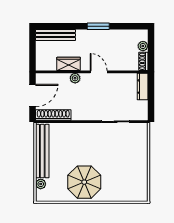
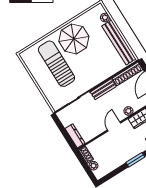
door: (99, 72) -> (114, 126), swing flipped
bench: (86, 115) -> (103, 89), added
sun lounger: (116, 168) -> (57, 64), added

